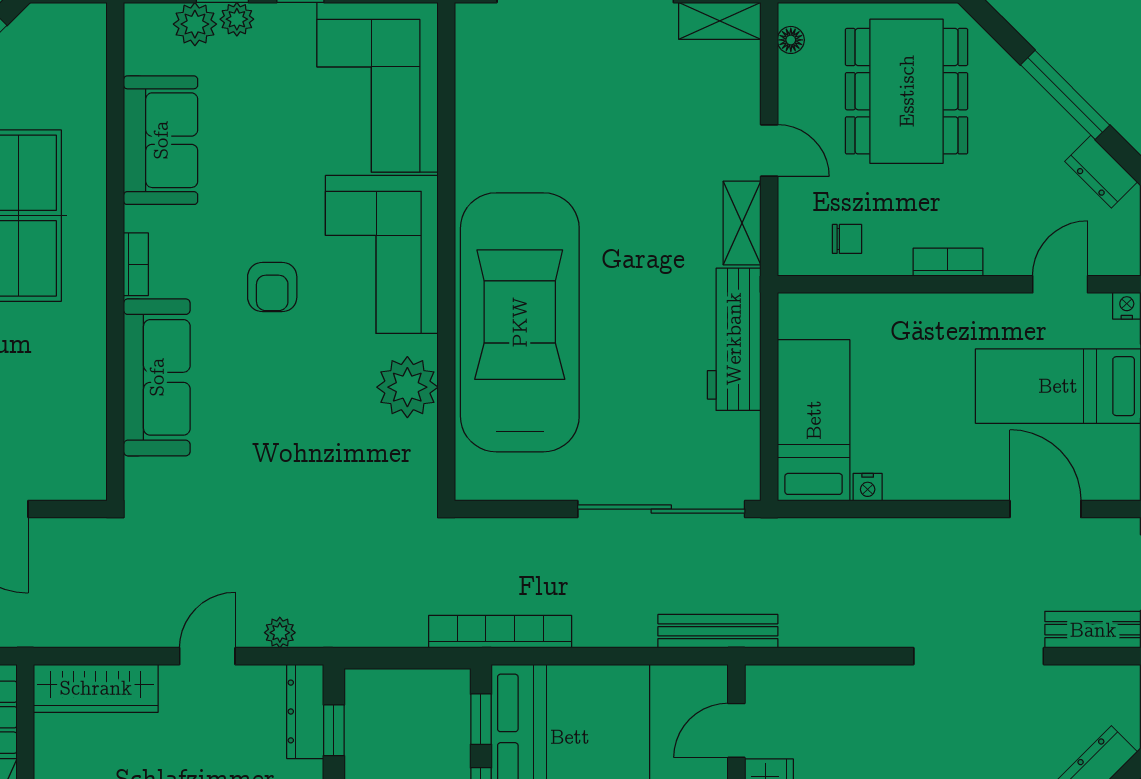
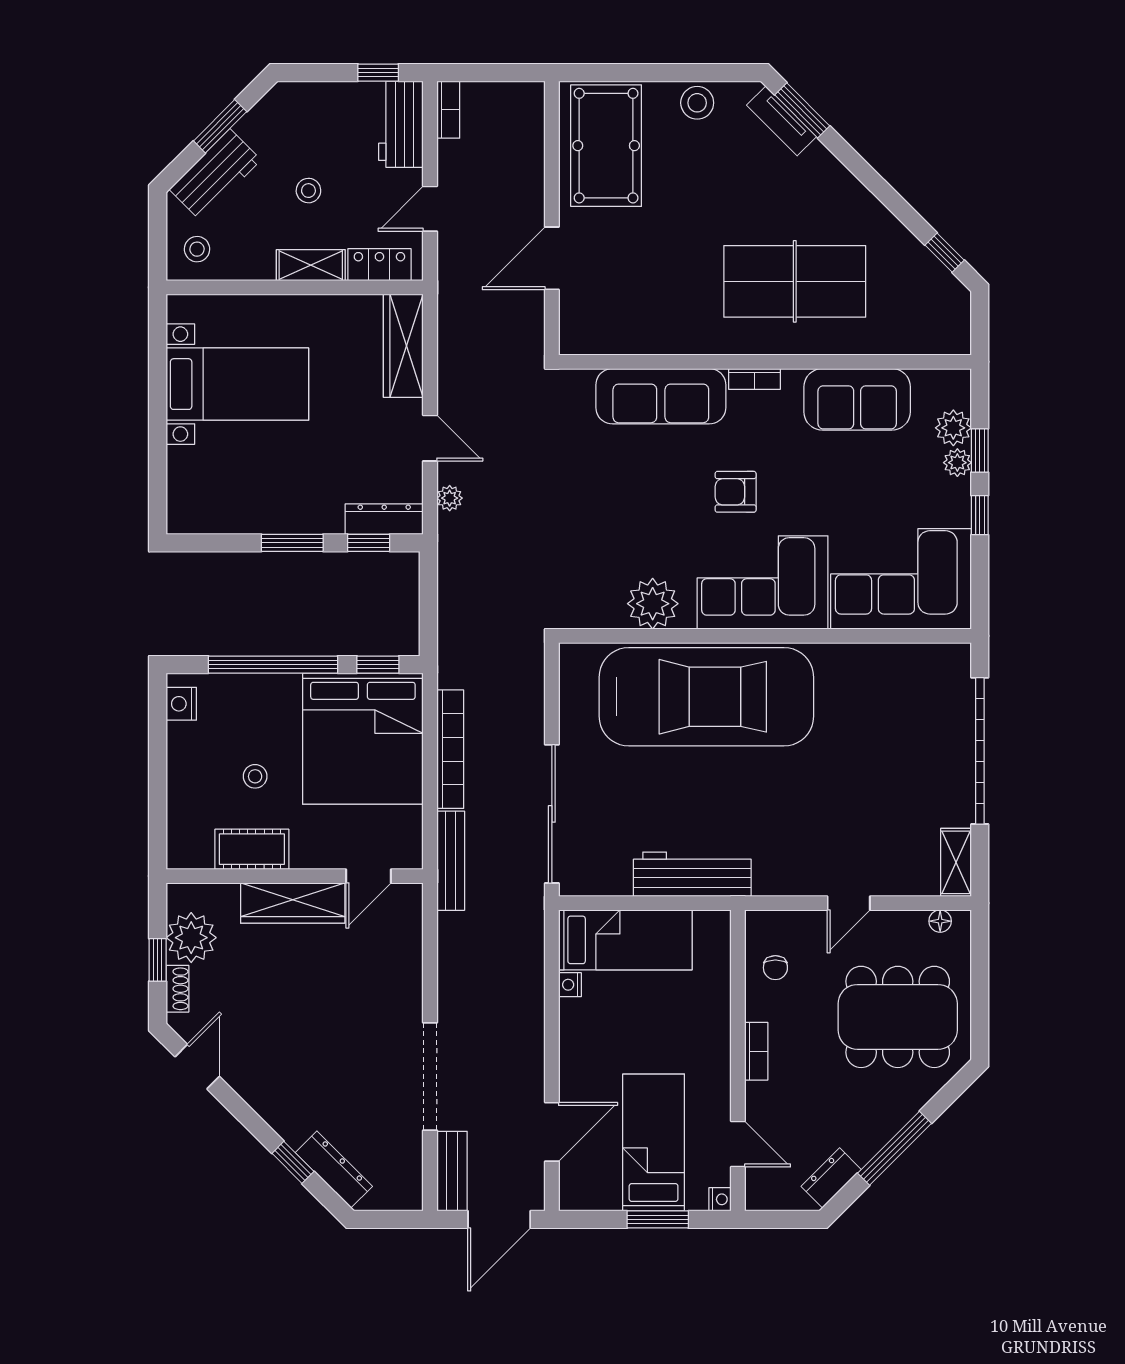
shelving: (742, 223) -> (789, 881), removed
bookcase: (500, 632) -> (450, 749), moved
door: (736, 730) -> (369, 876), swing flipped

